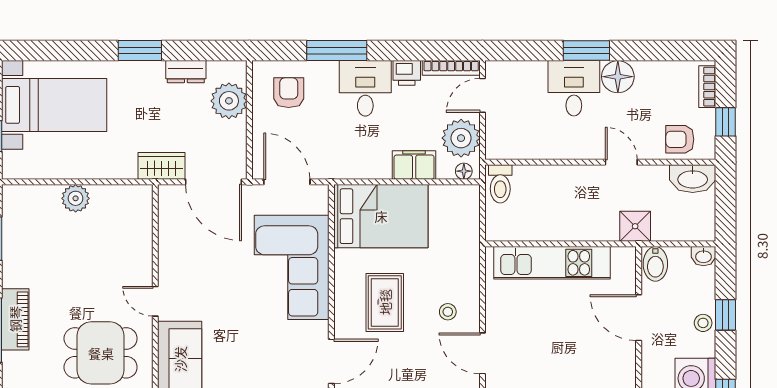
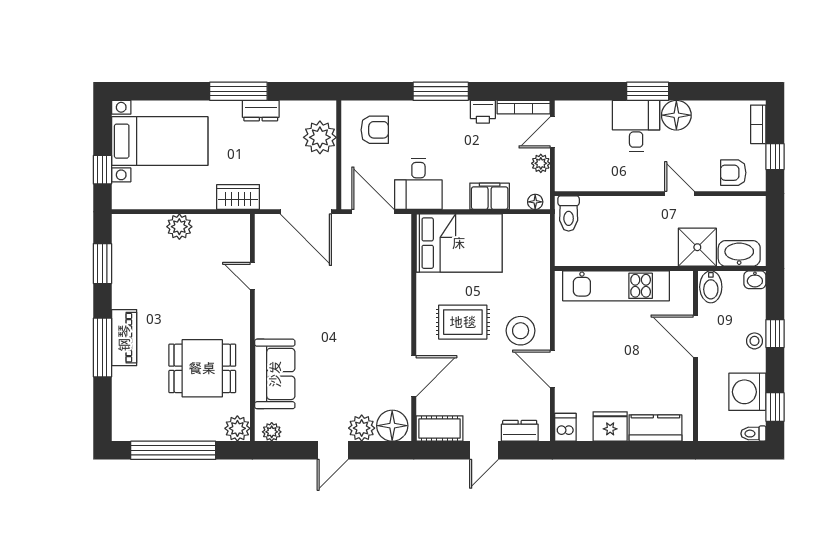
window: (140, 51) -> (238, 91), width x1.44
window: (337, 51) -> (441, 91), moved
dresser: (186, 72) -> (261, 111), moved
desk: (365, 88) -> (418, 184), moved, turned 180
armchair: (289, 93) -> (375, 130), turned 90
plant: (461, 138) -> (541, 163), width x0.53, depth x0.53
wardrobe: (162, 166) -> (238, 197), moved
washbasin: (693, 179) -> (739, 253), moved, turned 180
shower: (635, 226) -> (697, 247), width x1.36, depth x1.36
corner sofa: (292, 267) -> (377, 290), removed
door: (155, 301) -> (252, 276), moved
rug: (385, 302) -> (463, 322), turned 90
stool: (448, 312) -> (521, 331), width x1.89, depth x1.89

